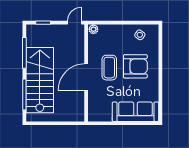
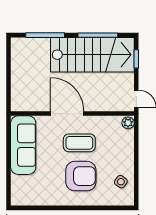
armchair: (135, 66) -> (81, 176), turned -90
stairs: (40, 80) -> (92, 55), moved
sofa: (135, 112) -> (23, 145), moved

